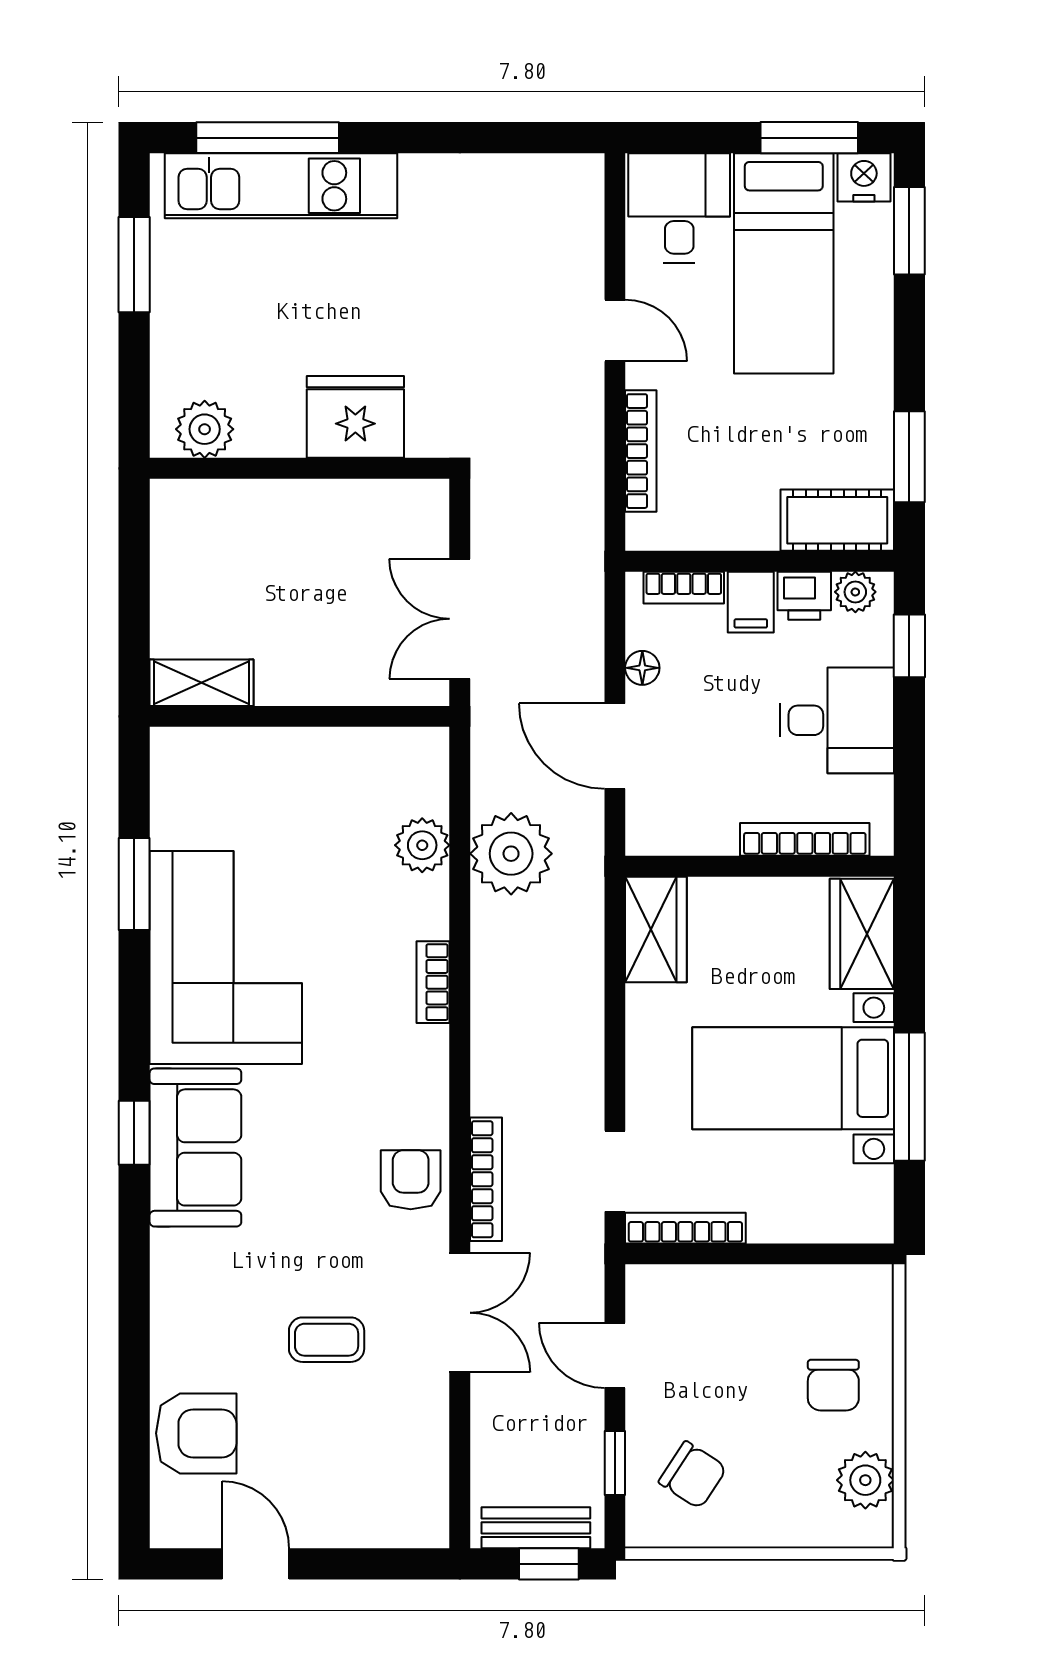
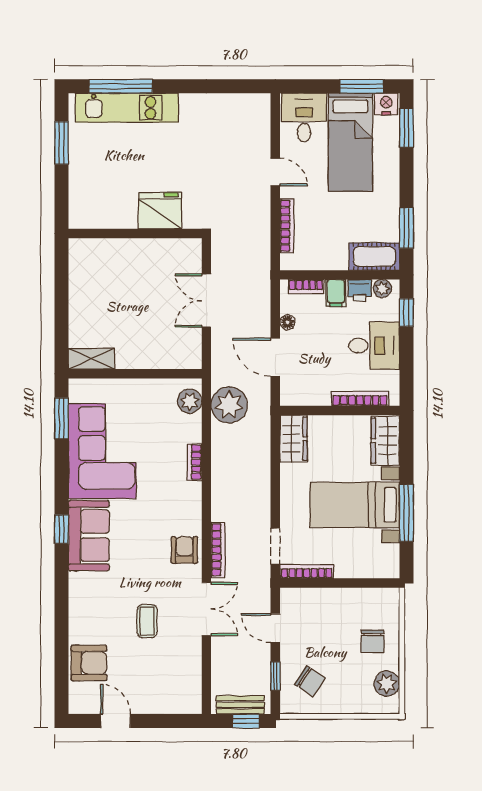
plant: (205, 429) -> (93, 216), removed
shelving: (202, 683) -> (91, 359), moved
wall: (300, 716) -> (135, 374), moved
coffee table: (327, 1340) -> (147, 621), turned 90

